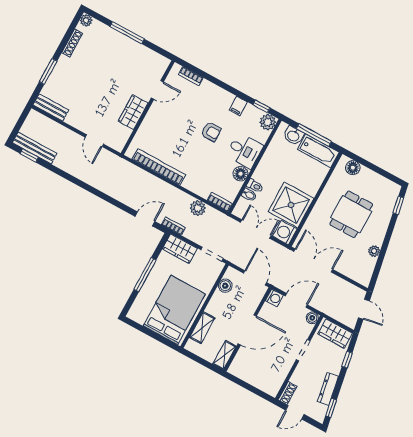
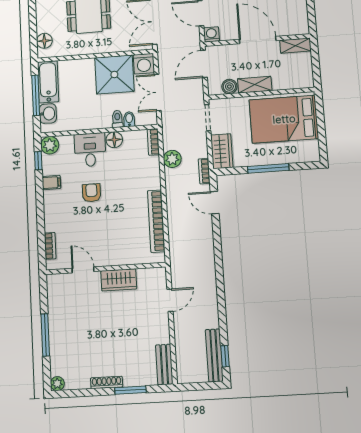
shoe rack: (72, 43) -> (107, 382), moved
shelving: (202, 328) -> (255, 85), moved

